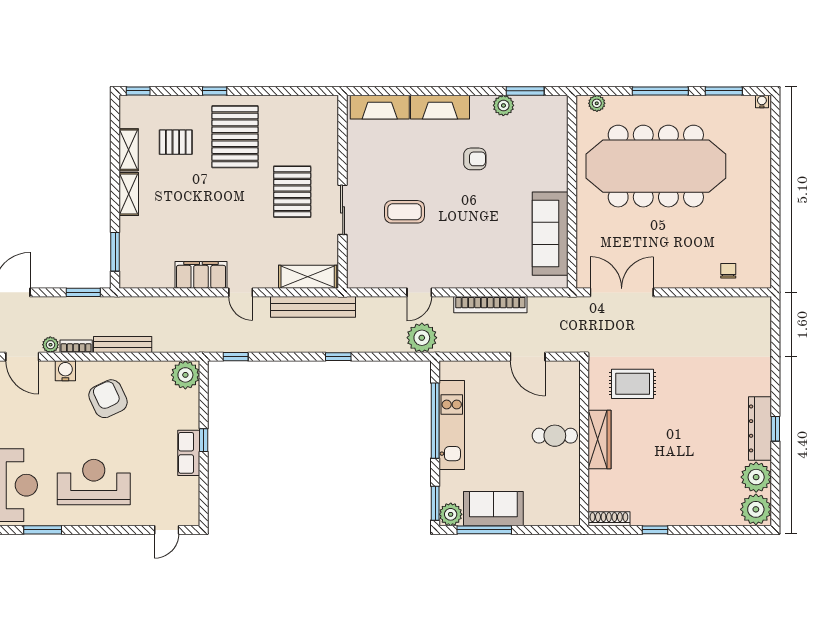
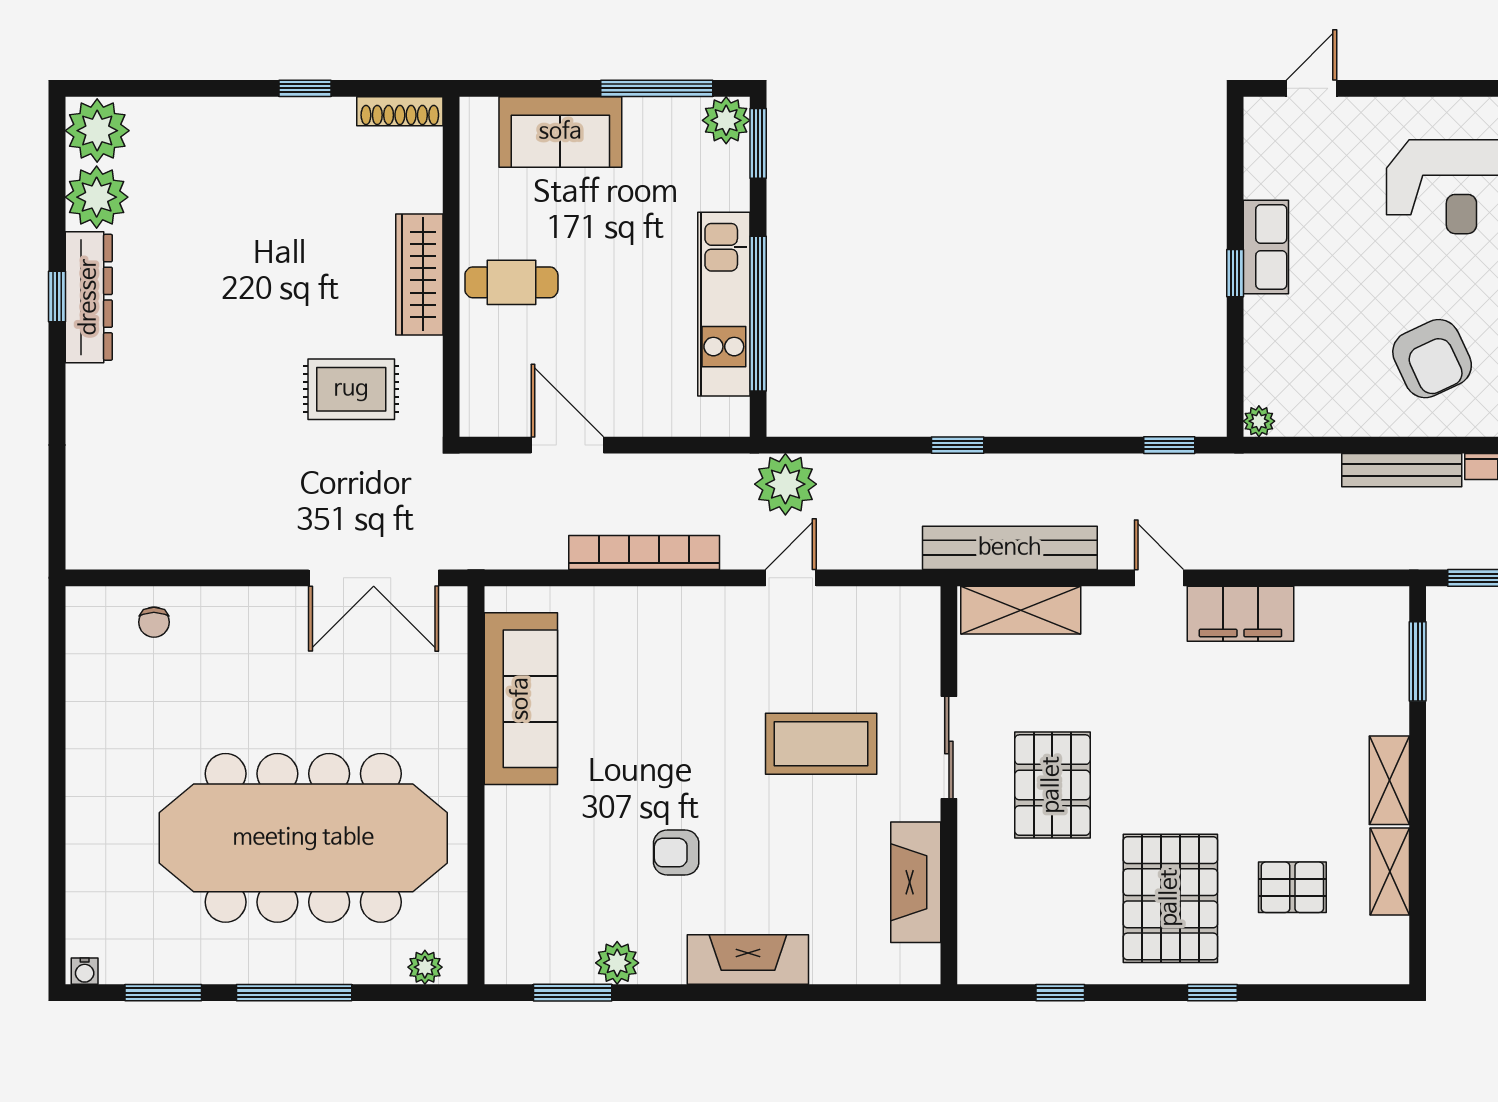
window: (138, 91) -> (1060, 993), moved
fireplace: (380, 107) -> (916, 882), moved, turned -90
coffee table: (405, 212) -> (821, 744), width x1.36, depth x1.32
plant: (185, 375) -> (1259, 421), width x0.53, depth x0.53
sofa: (493, 509) -> (560, 132), moved

